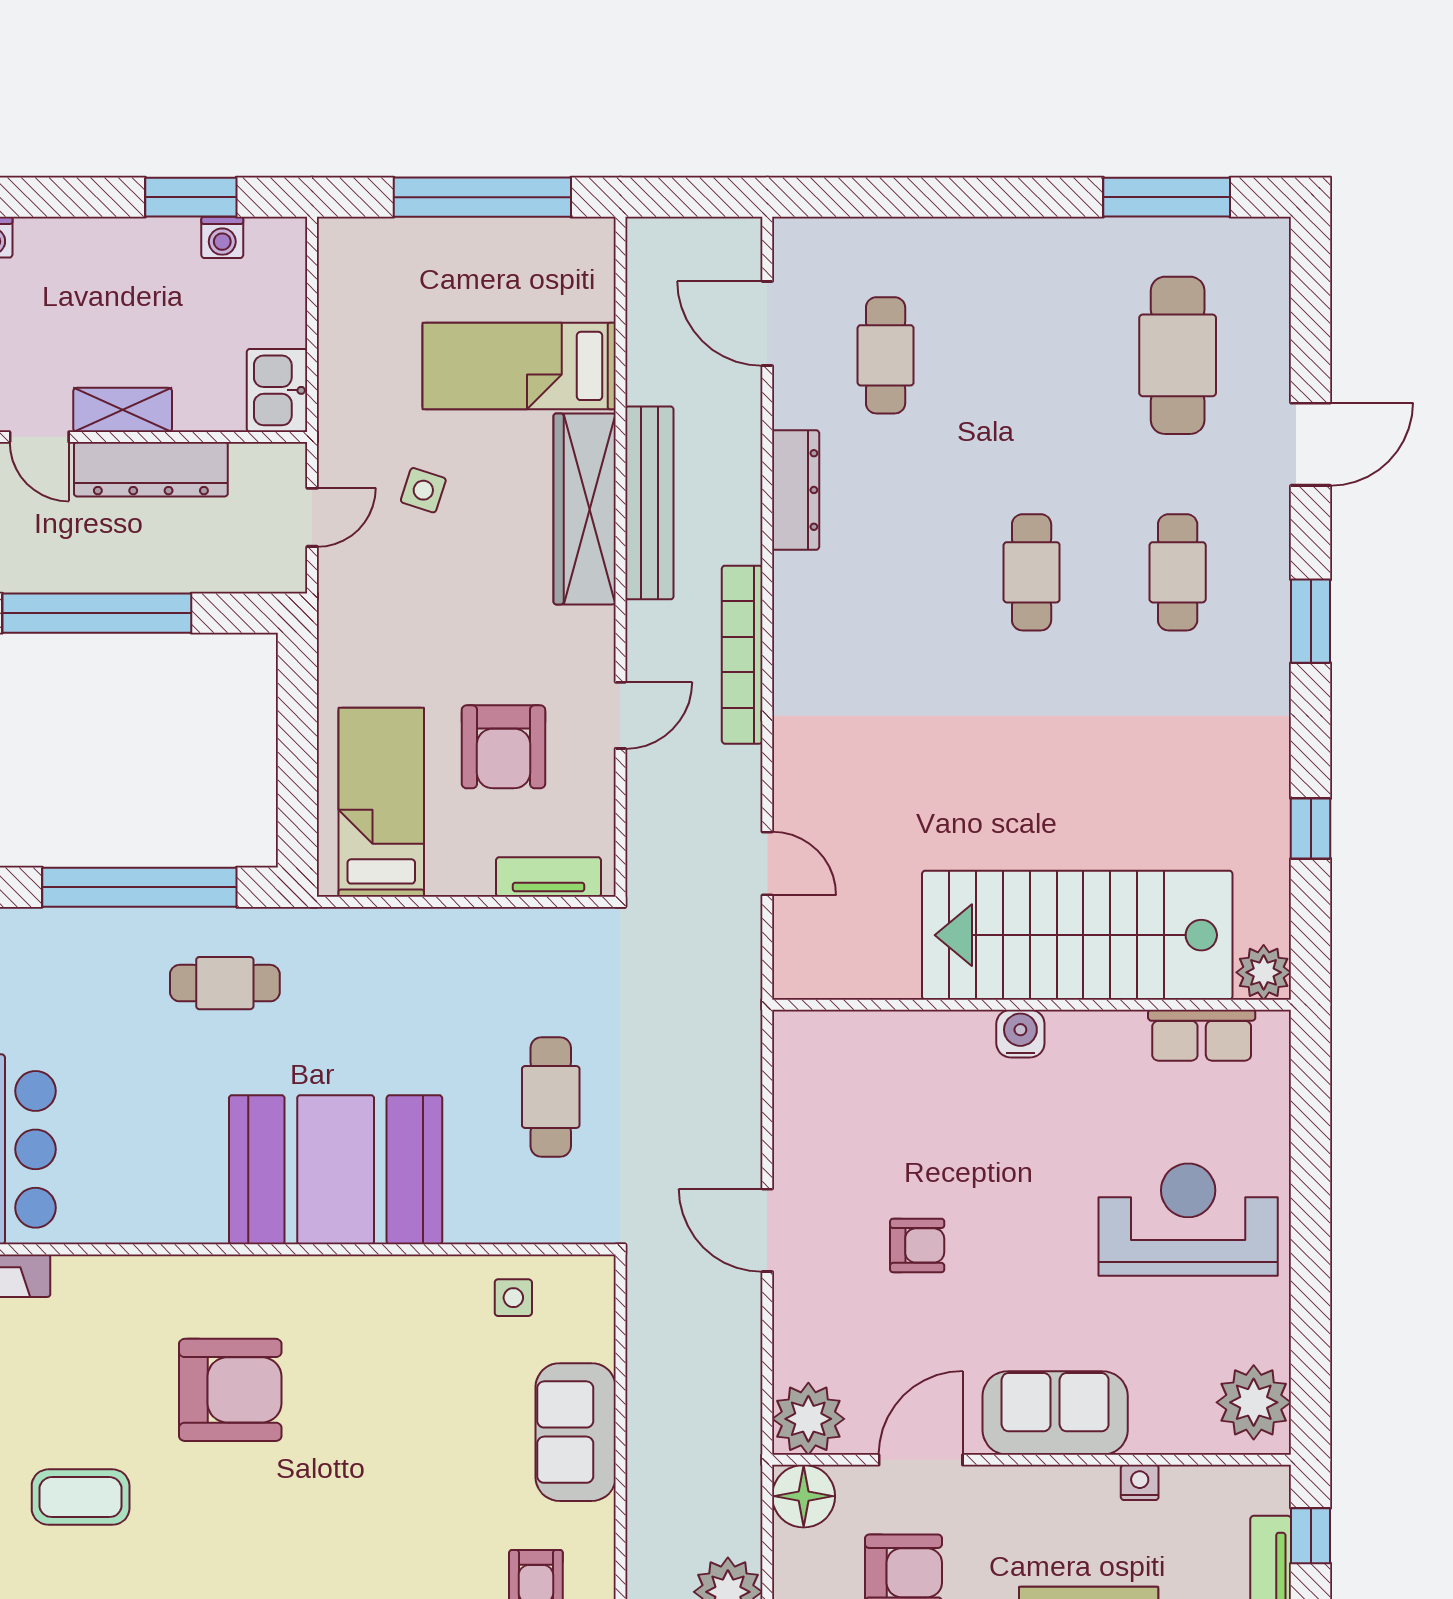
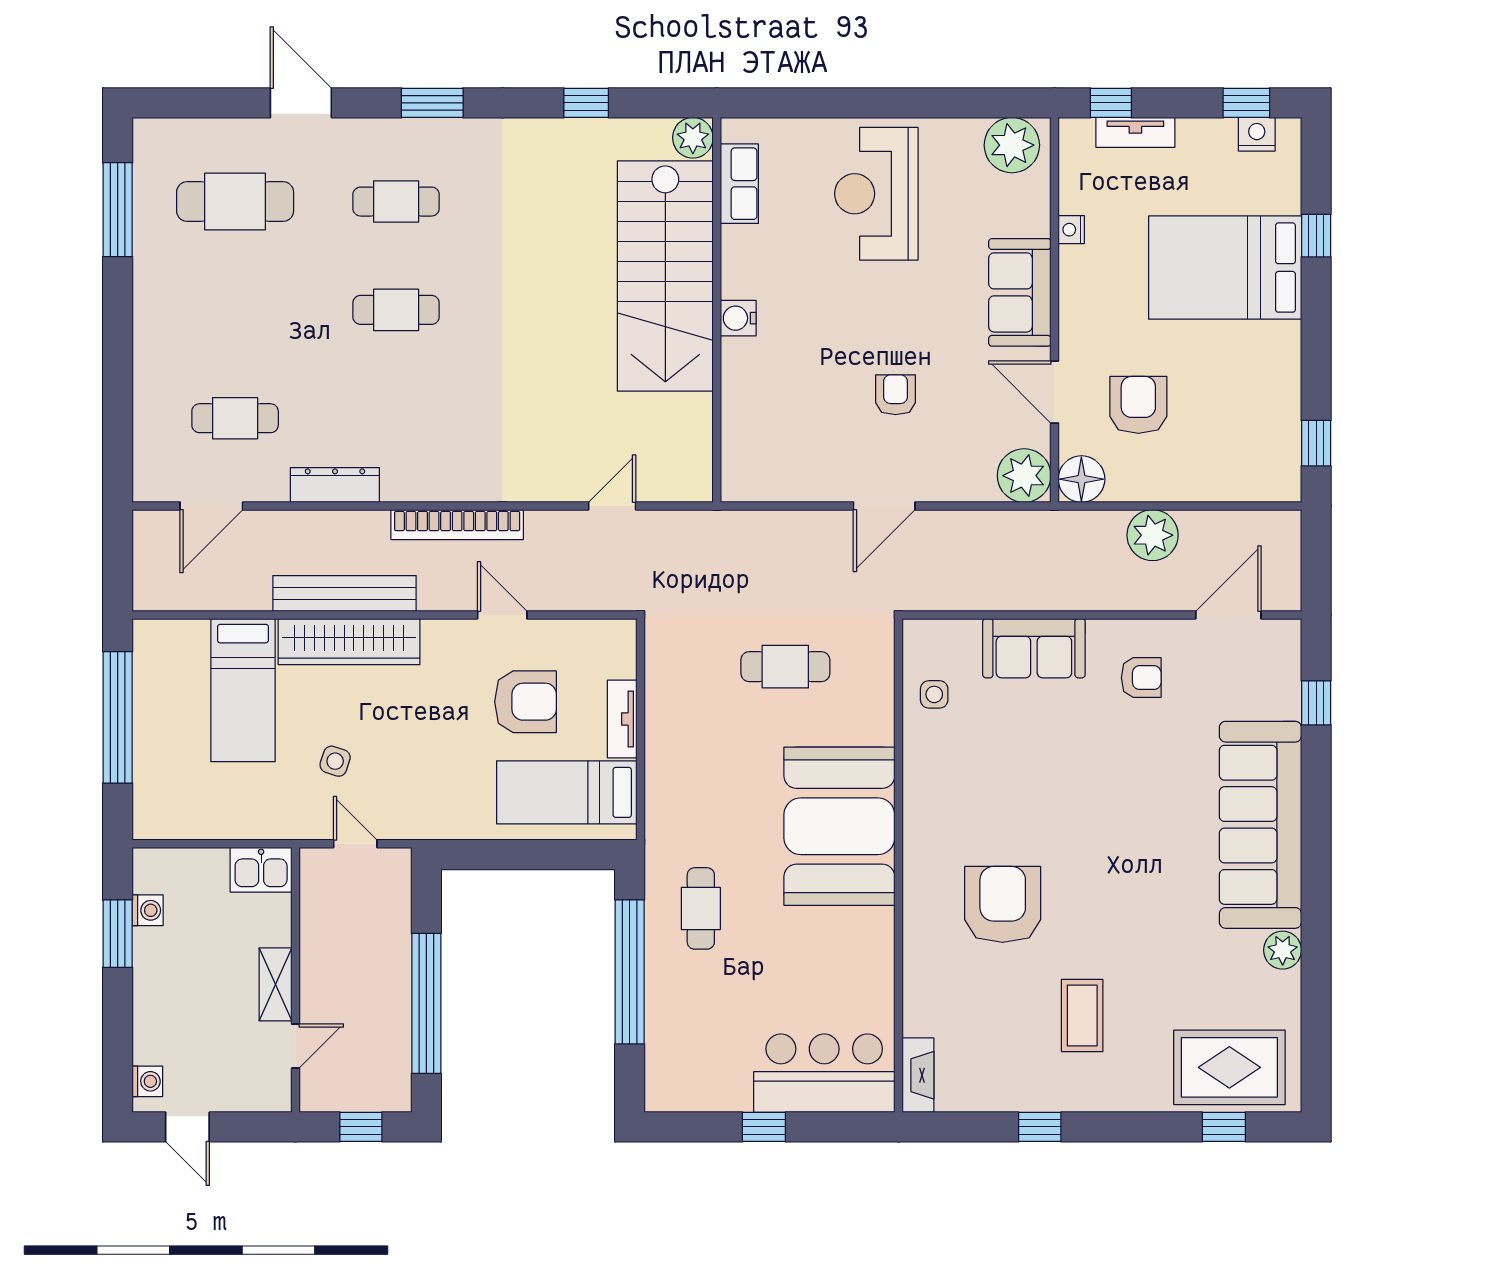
dresser: (151, 469) -> (320, 963), removed
tv unit: (549, 877) -> (622, 719), moved

